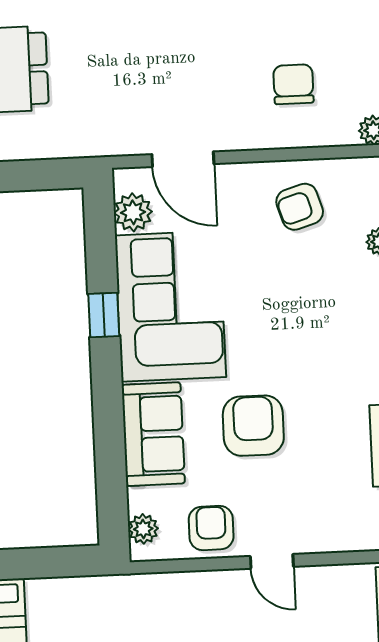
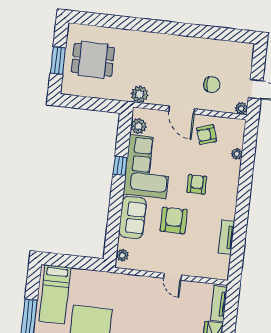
chair: (293, 84) -> (212, 85), turned 90
plant: (123, 135) -> (140, 94), added
door: (183, 159) -> (182, 110), moved
armchair: (211, 528) -> (197, 184), moved

